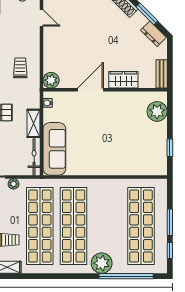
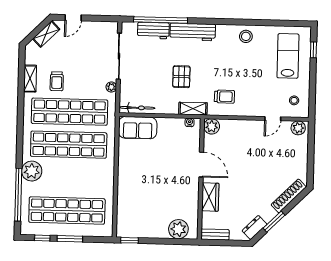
shelving: (33, 123) -> (193, 109), moved
window: (170, 148) -> (130, 240), moved
sofa: (54, 149) -> (138, 128), width x0.73

